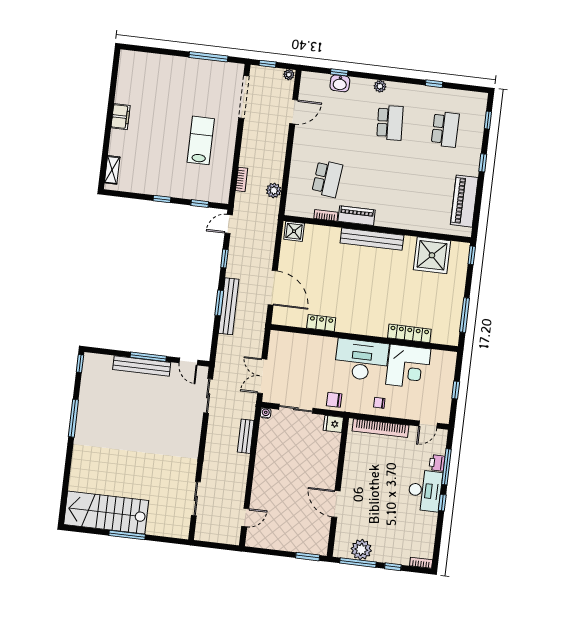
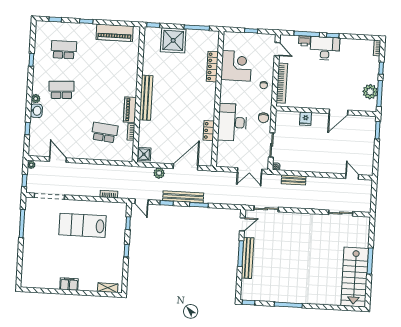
washbasin: (340, 83) -> (36, 111), moved
lab bench: (201, 140) -> (83, 225), width x1.36, depth x1.39
plant: (274, 190) -> (159, 173), moved
shower: (432, 255) -> (173, 40), moved
bench: (229, 306) -> (183, 197), moved
desk: (362, 360) -> (232, 122), moved
fridge: (333, 424) -> (306, 119), moved

